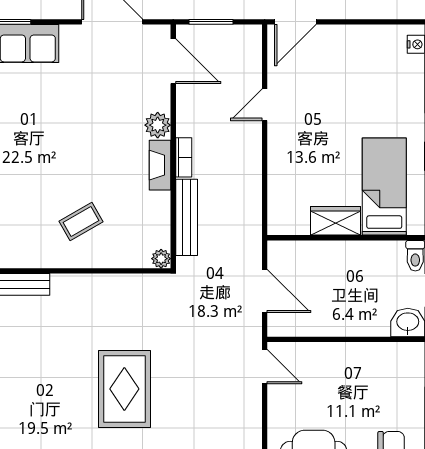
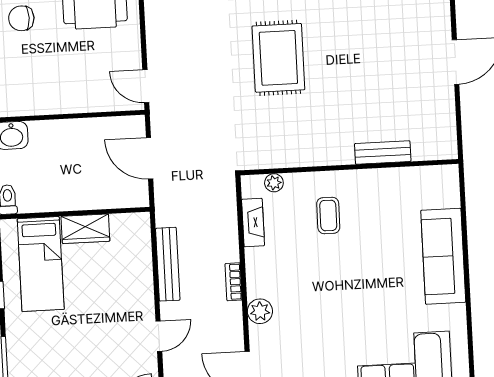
fireplace: (160, 165) -> (253, 222), moved
bench: (187, 217) -> (168, 264), moved
coffee table: (81, 221) -> (328, 215), turned -60
plant: (161, 259) -> (274, 183), moved

